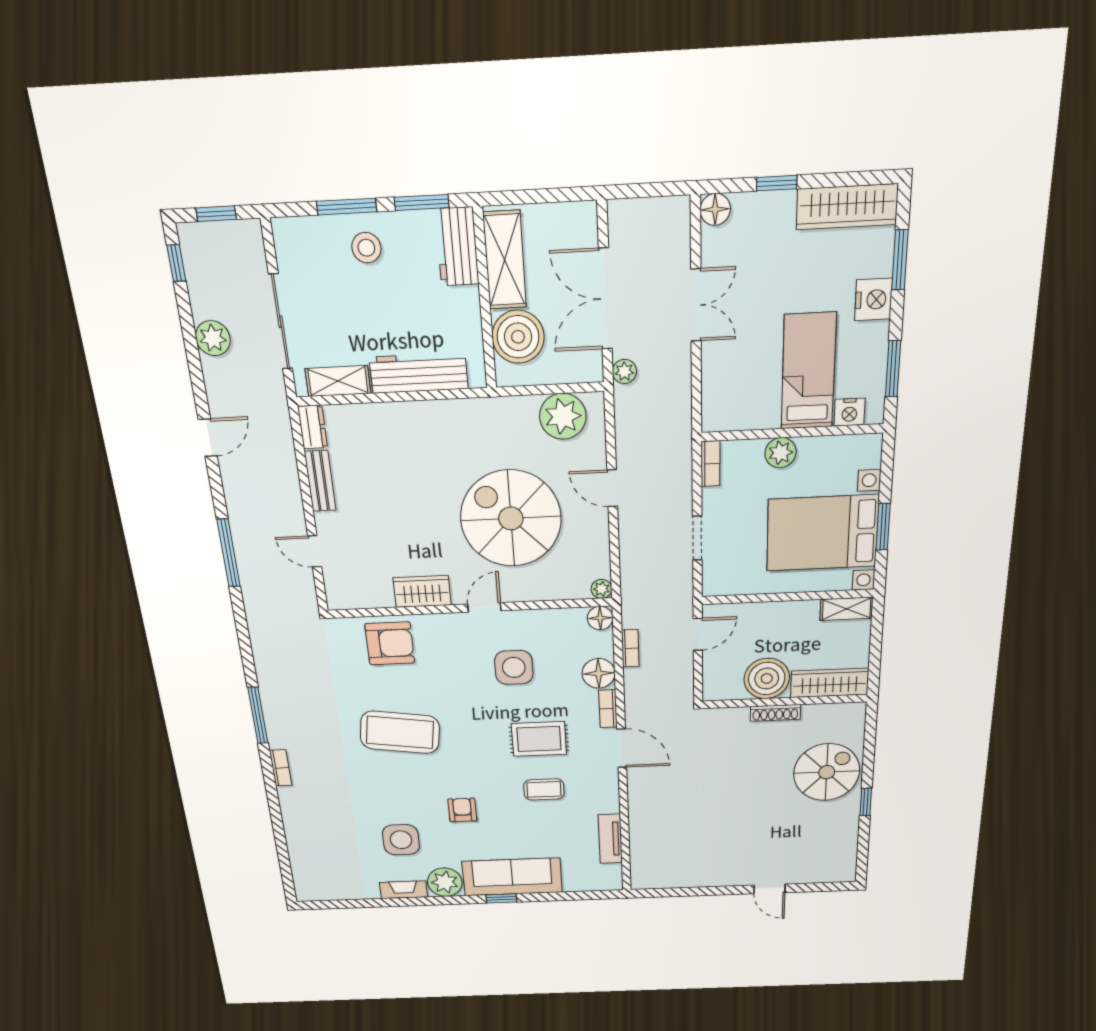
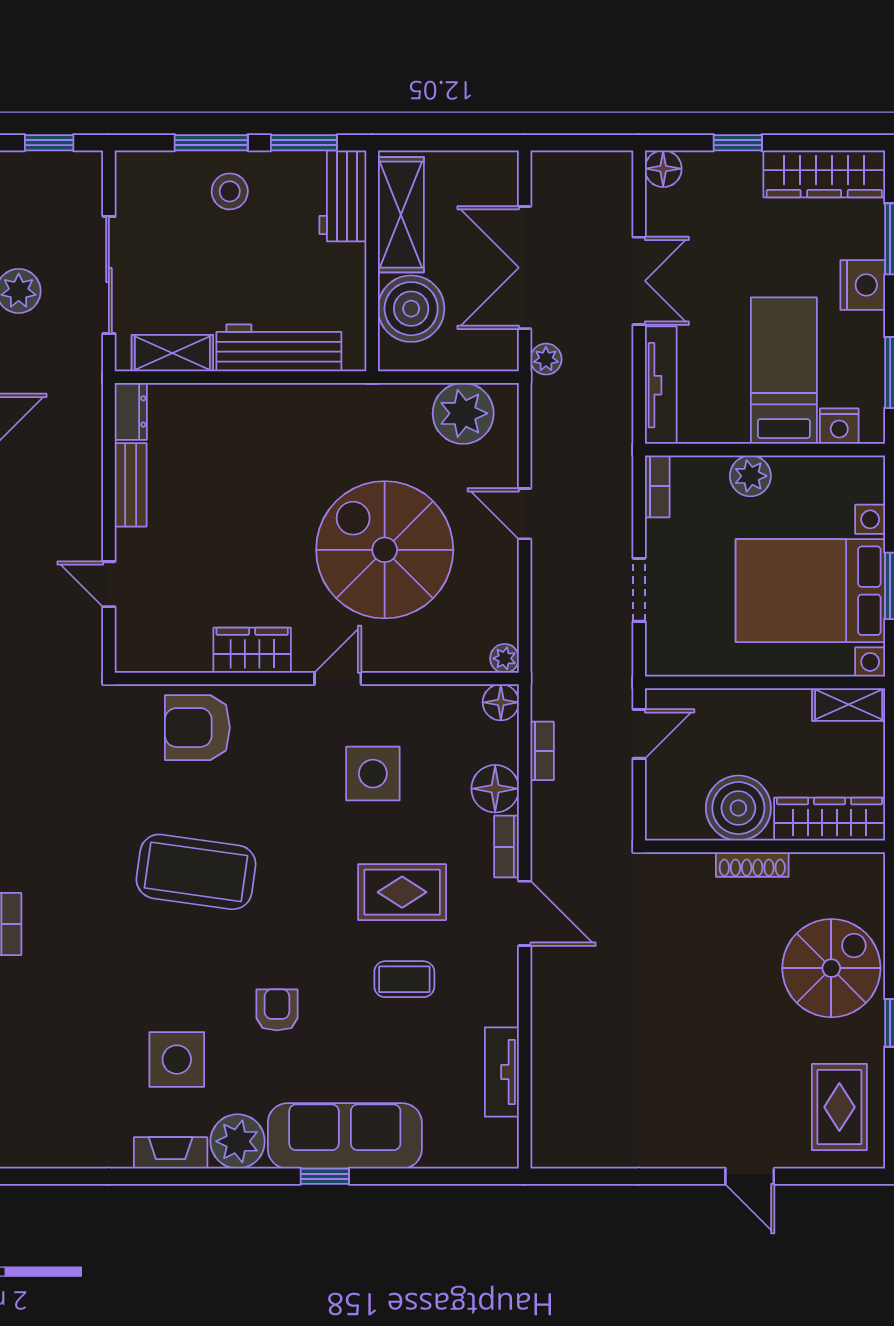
tv unit: (713, 387) -> (661, 385), added
armchair: (390, 643) -> (197, 728), turned 180
rug: (828, 850) -> (839, 1107), added

